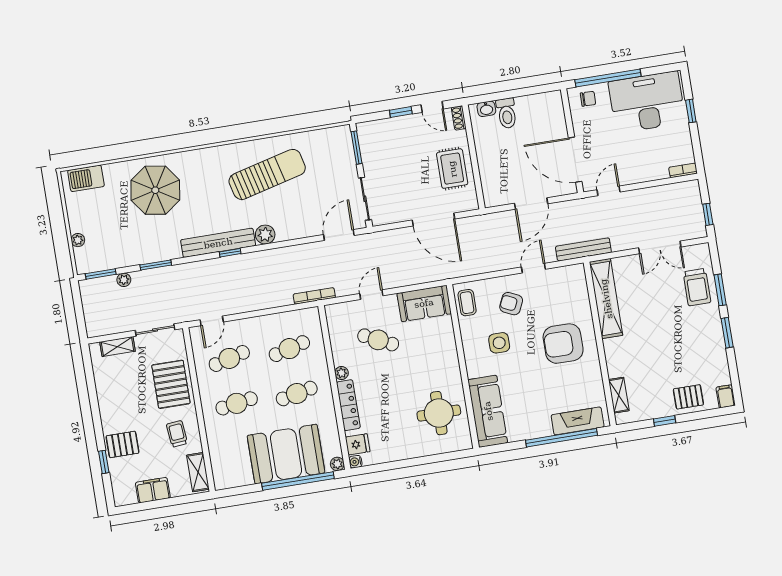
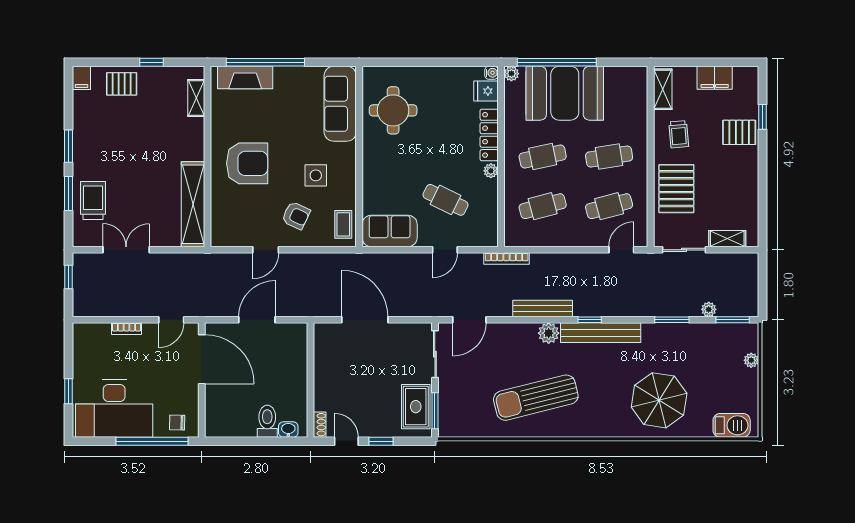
rug: (452, 169) -> (416, 407), moved
bookcase: (683, 170) -> (126, 329), moved
bench: (583, 249) -> (543, 309), moved

